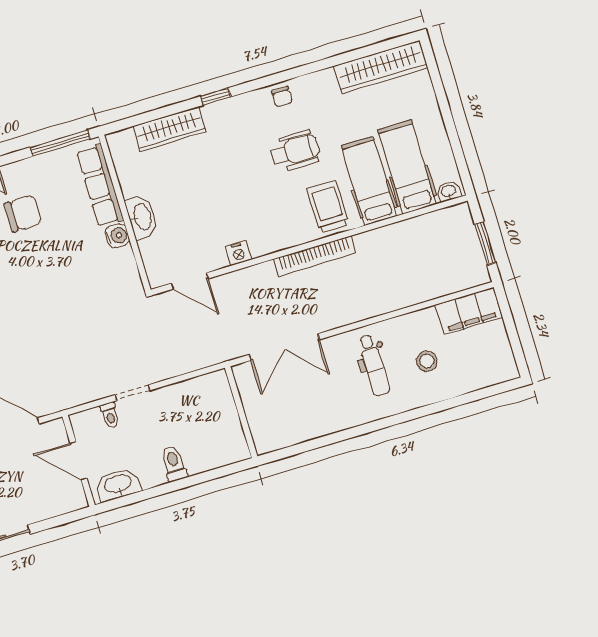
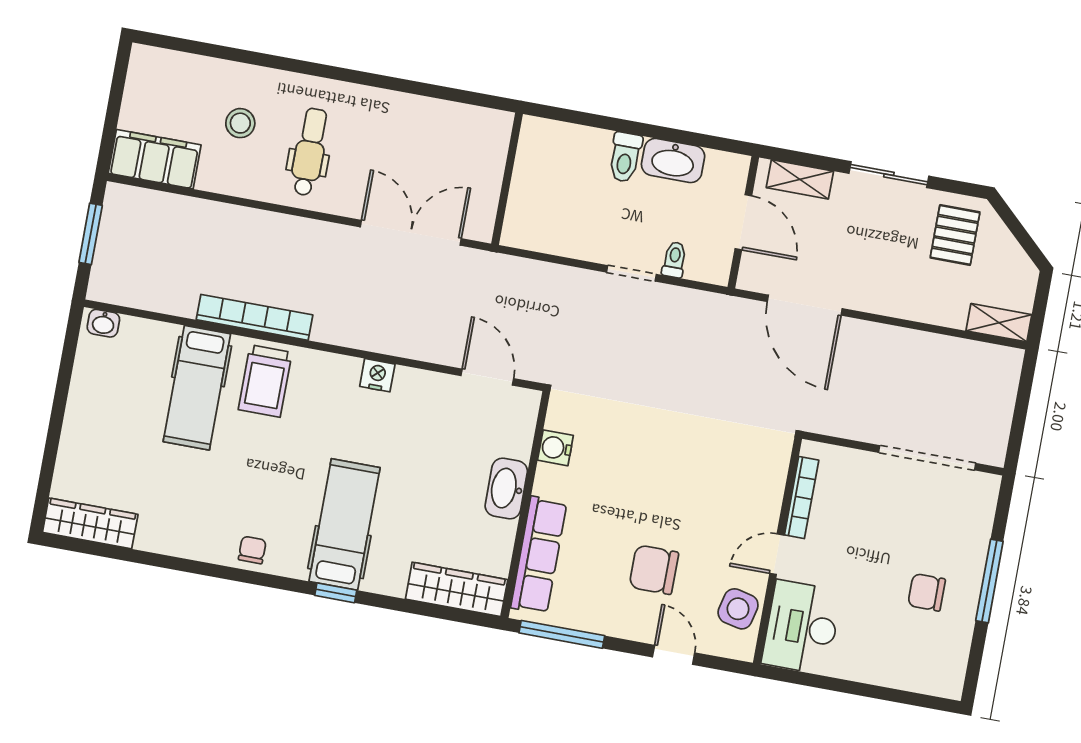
wardrobe: (381, 67) -> (90, 523), width x0.71, depth x0.85
wardrobe: (170, 129) -> (457, 589), moved
wheelchair: (295, 151) -> (271, 473), removed
hospital bed: (407, 167) -> (344, 524), moved, turned 180
water cooler: (117, 236) -> (555, 448), moved
nightstand: (239, 253) -> (377, 375), moved
bookcase: (315, 256) -> (255, 317), moved
washbasin: (118, 484) -> (673, 161), moved
shelving: (57, 506) -> (800, 179), added

